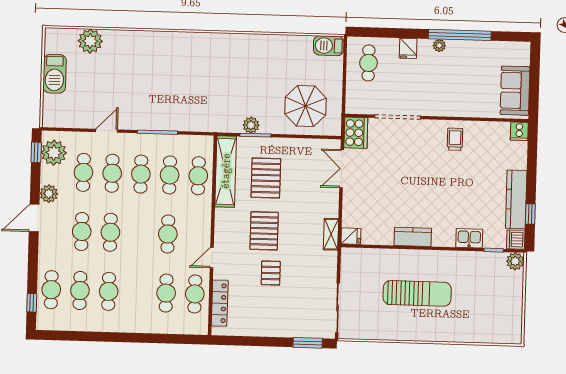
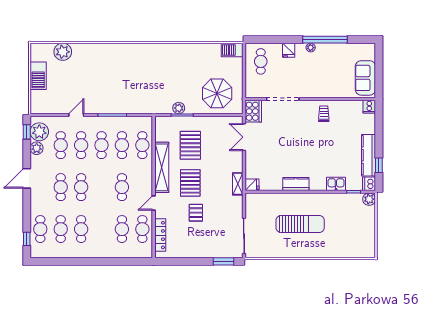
shelving: (226, 171) -> (162, 167), moved
plant: (49, 194) -> (37, 148), moved

